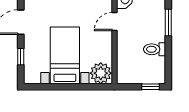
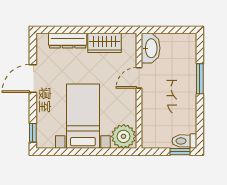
toilet: (154, 49) -> (184, 141), moved
window: (21, 57) -> (33, 133), moved

